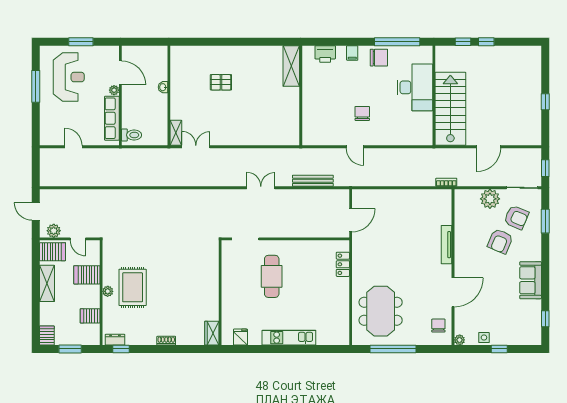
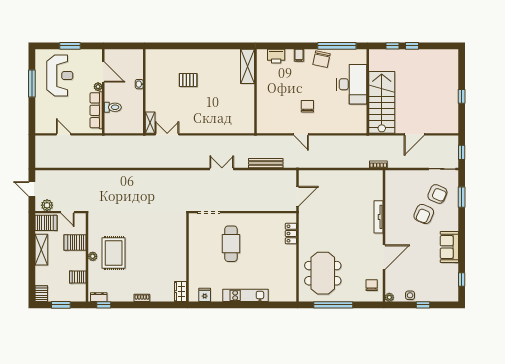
chair: (379, 58) -> (321, 59), turned 102
toilet: (132, 135) -> (113, 107), moved
plant: (490, 199) -> (415, 178), removed

